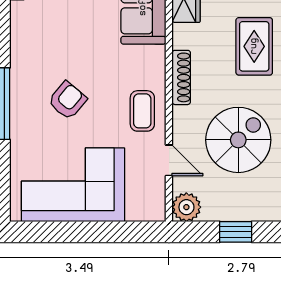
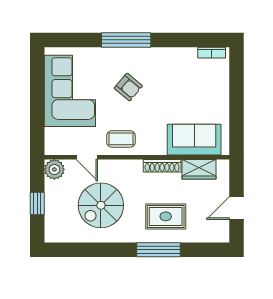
shoe rack: (181, 77) -> (162, 166), moved
spiral stairs: (238, 140) -> (101, 205), turned 90
door: (169, 160) -> (87, 157), hinge flipped

